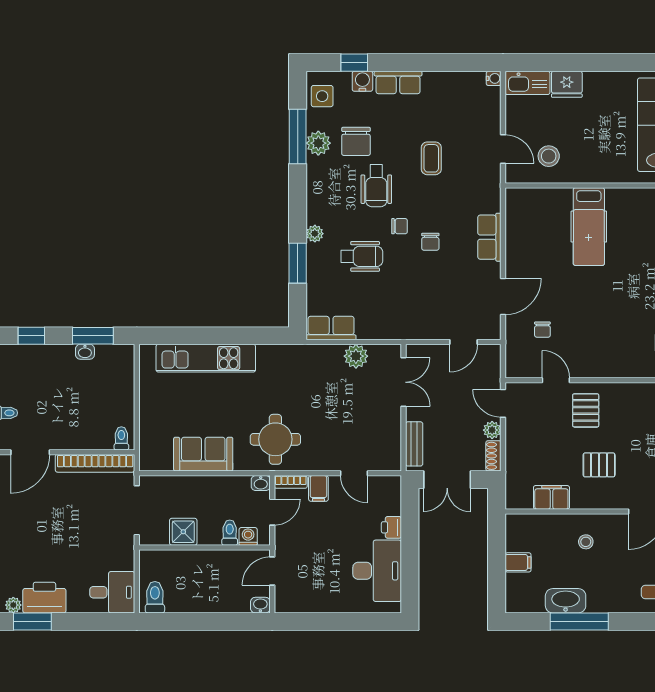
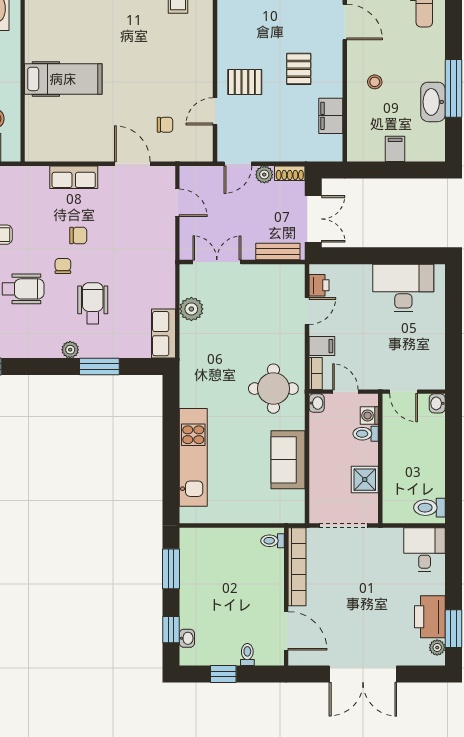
washbasin: (85, 352) -> (187, 638), moved
printer: (391, 527) -> (319, 285), moved, turned -90

